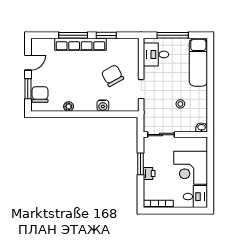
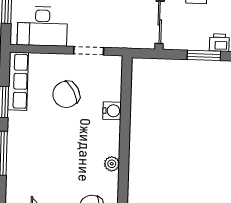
row of seats: (80, 44) -> (18, 81), moved, width x0.73
desk: (156, 54) -> (42, 26), width x1.37

